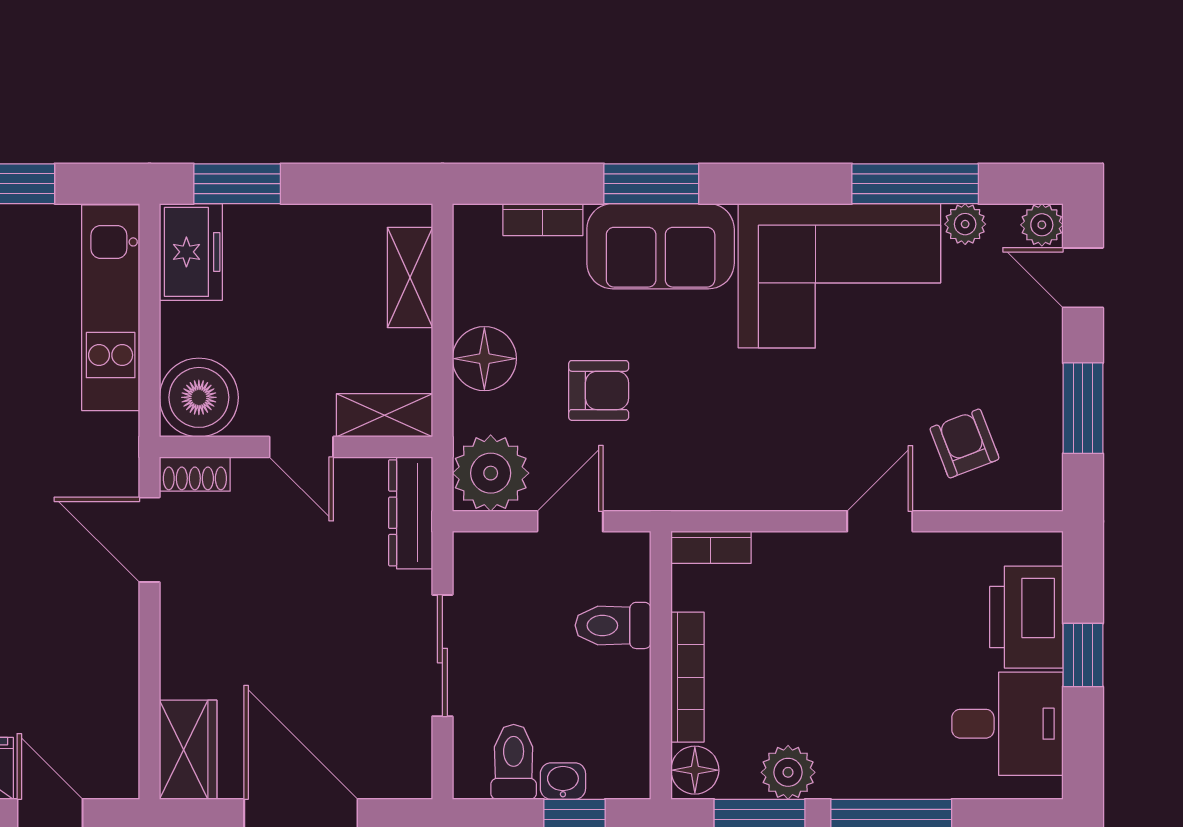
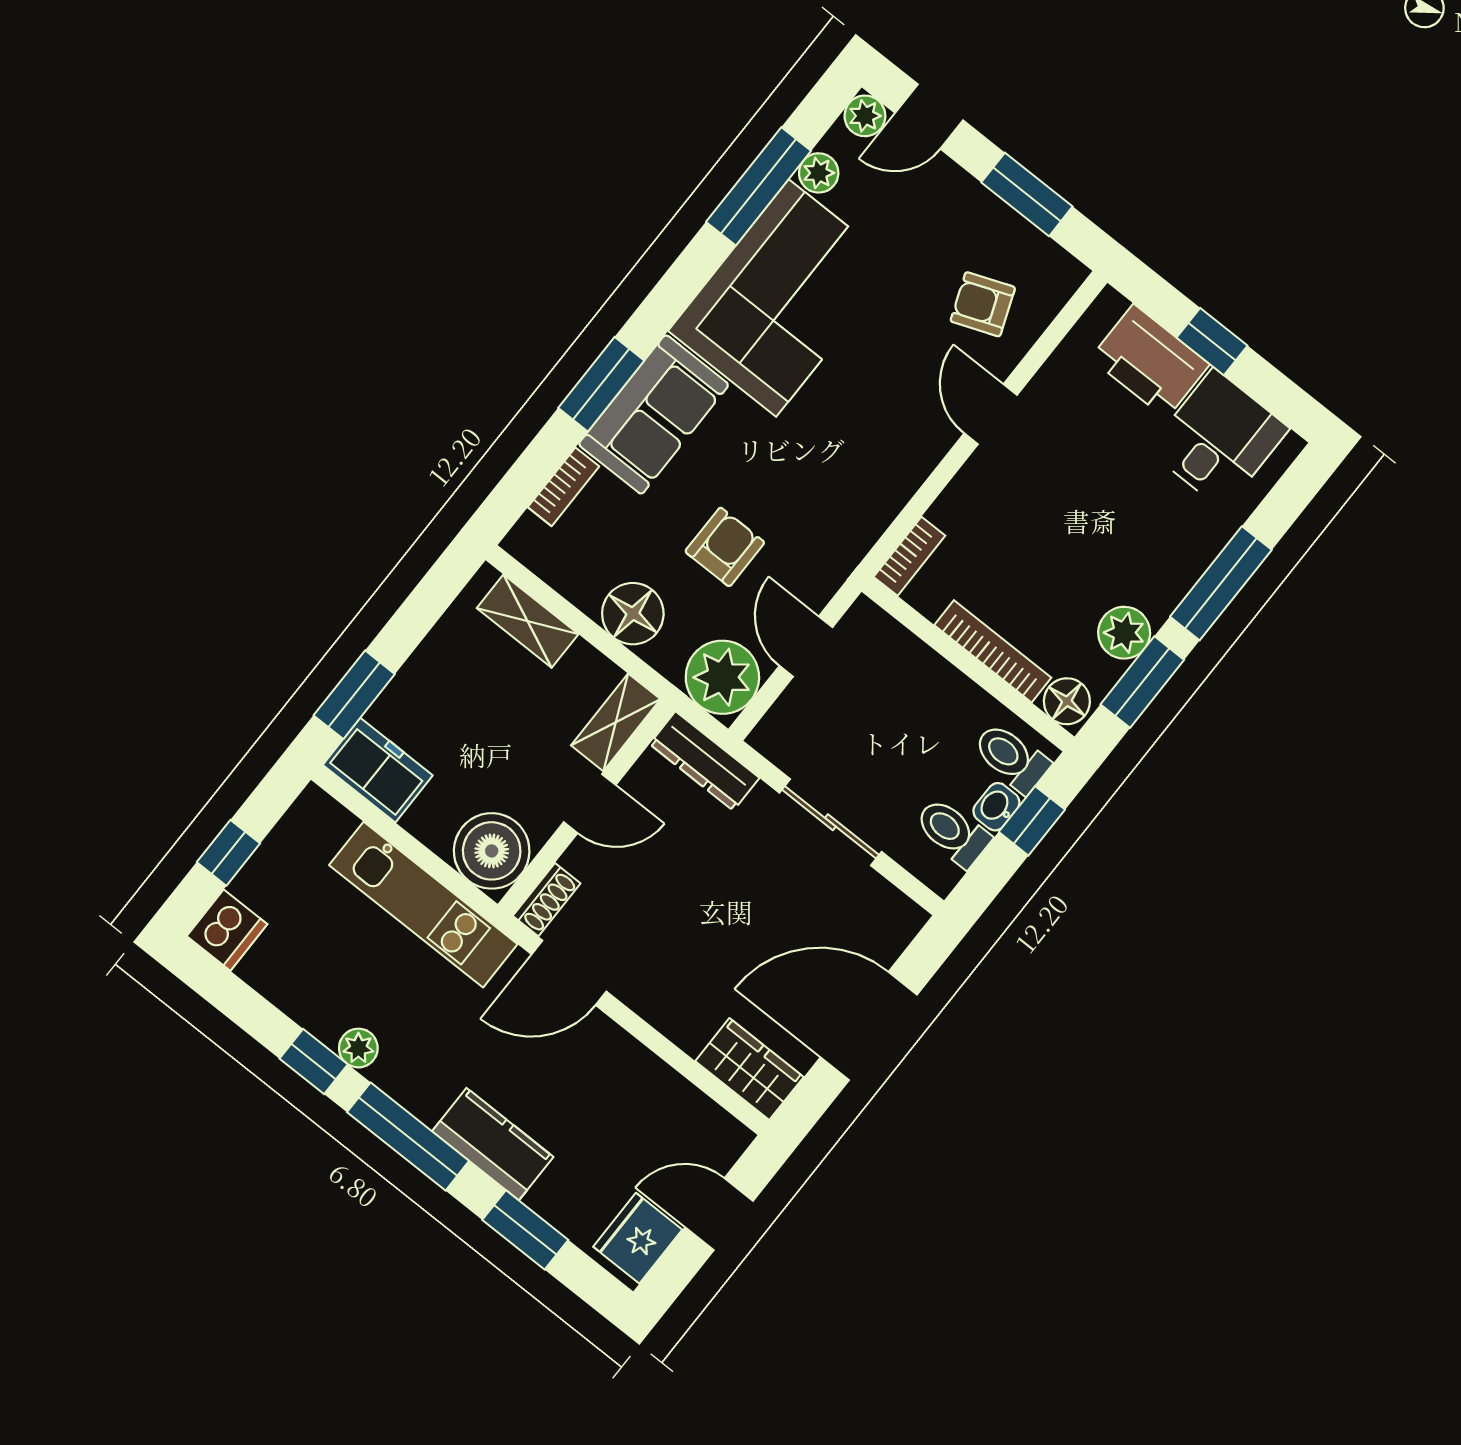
kitchen unit: (111, 308) -> (423, 905), moved
toilet: (613, 625) -> (1011, 758), moved, turned 90

